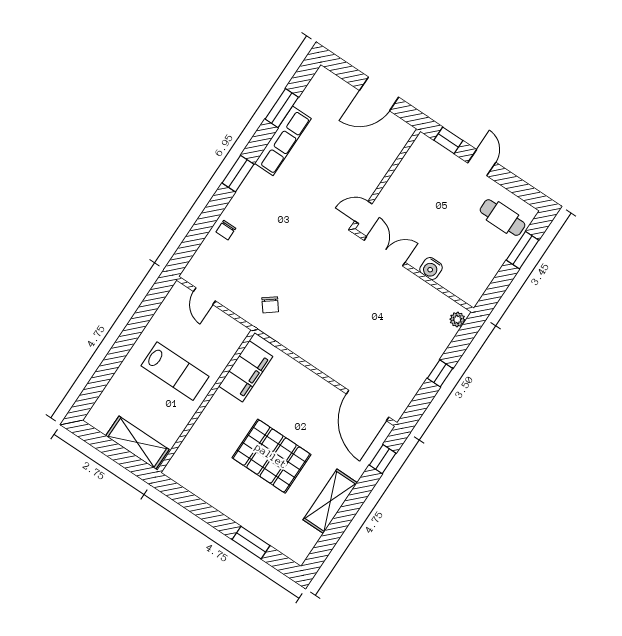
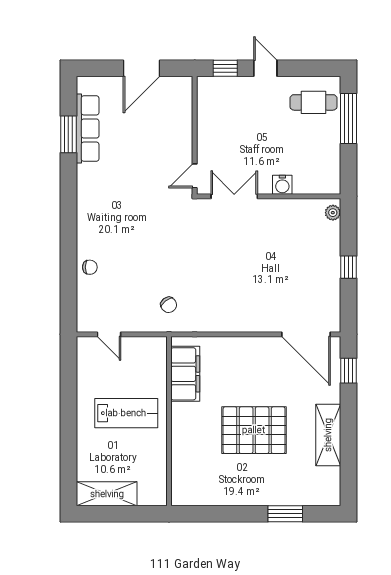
row of seats: (283, 141) -> (88, 129), moved
window: (238, 174) -> (68, 213), removed
chair: (226, 230) -> (90, 267), turned -90
window: (522, 250) -> (348, 118), width x1.44
shelving: (137, 443) -> (107, 494), moved

